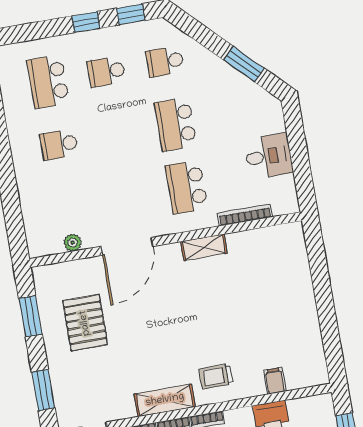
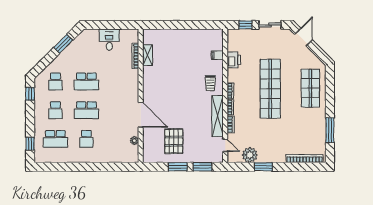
window: (86, 22) -> (30, 144), moved
school desk: (187, 187) -> (86, 110), moved
shelving: (204, 247) -> (148, 55), moved
window: (30, 316) -> (178, 167), moved
pallet: (85, 323) -> (174, 141), turned 90
shelving: (165, 400) -> (218, 116), width x1.47

